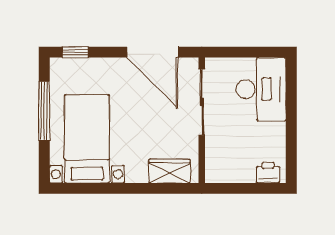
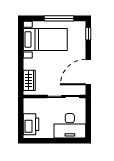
printer: (268, 173) -> (31, 124), width x1.87, depth x1.48

